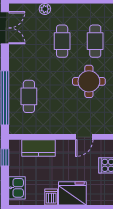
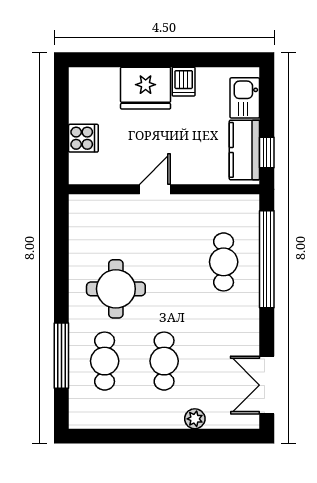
door: (84, 137) -> (155, 189), moved
kitchen counter: (39, 148) -> (244, 150), moved, turned -90

